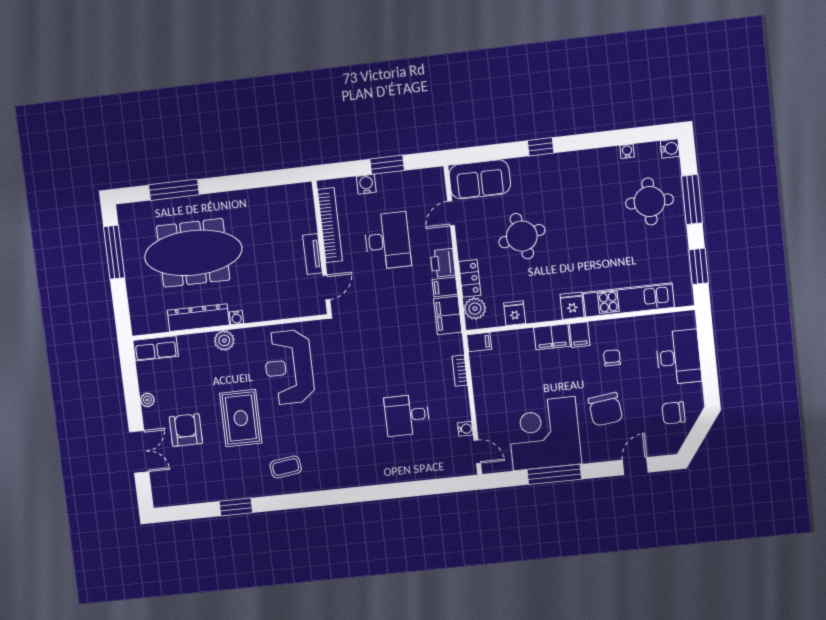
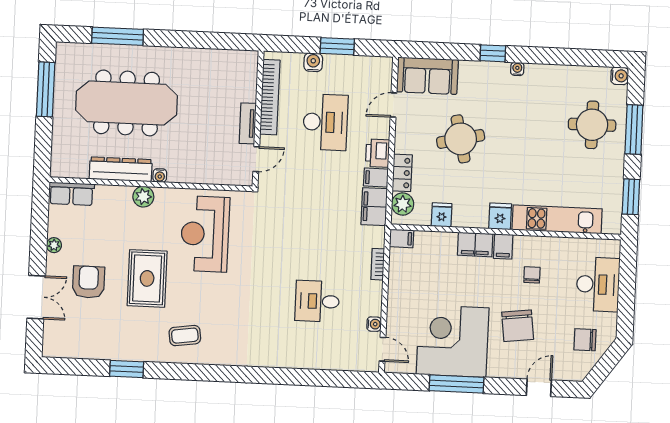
water cooler: (627, 151) -> (517, 69), moved

